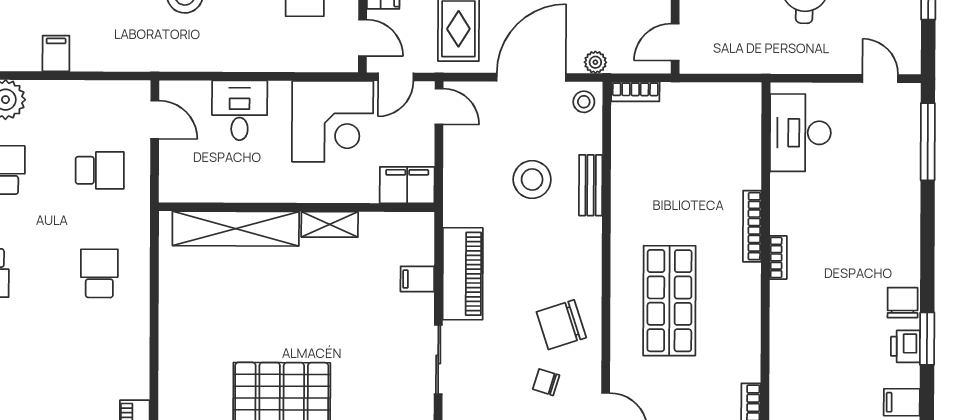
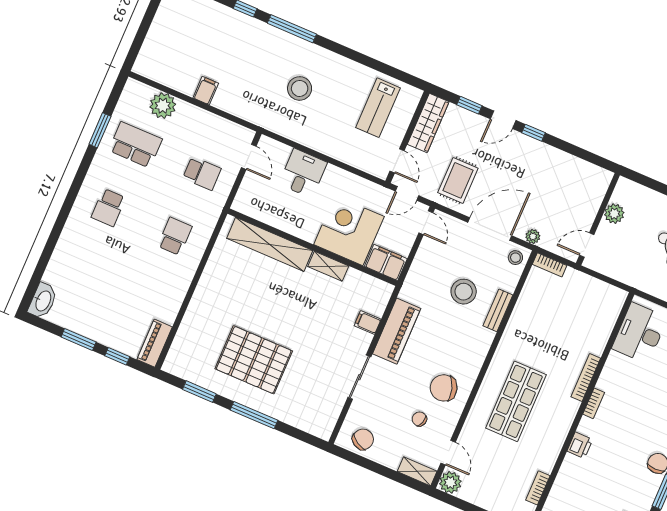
corner desk: (333, 121) -> (349, 230), moved, turned 180
printer: (905, 346) -> (580, 445), moved, turned 180

